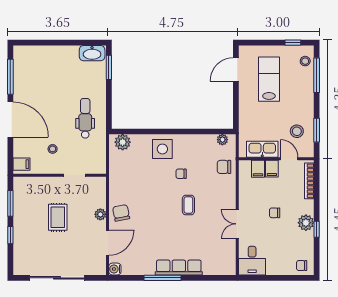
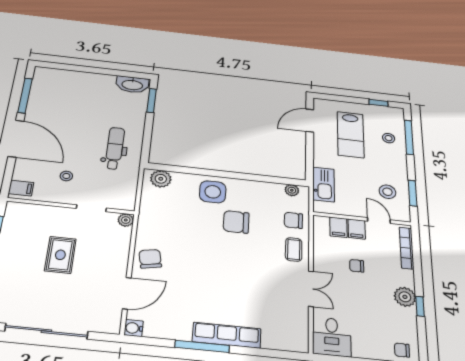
stool: (305, 61) -> (389, 138), moved
lab bench: (269, 79) -> (351, 135), turned 180
kitchen sink: (262, 149) -> (324, 184), moved, turned 90
chair: (181, 174) -> (236, 222), width x1.87, depth x1.87
coffee table: (188, 205) -> (294, 249), moved
chair: (275, 213) -> (357, 266), moved
plant: (100, 214) -> (126, 220), moved
double door: (237, 224) -> (311, 289), swing flipped

